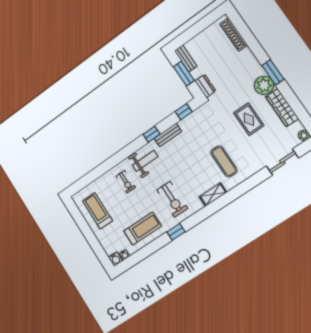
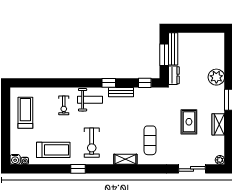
shoe rack: (234, 35) -> (220, 52), removed
bench: (186, 59) -> (173, 49), width x1.36
plant: (264, 85) -> (216, 77), moved
wardrobe: (282, 108) -> (218, 124), width x0.67

